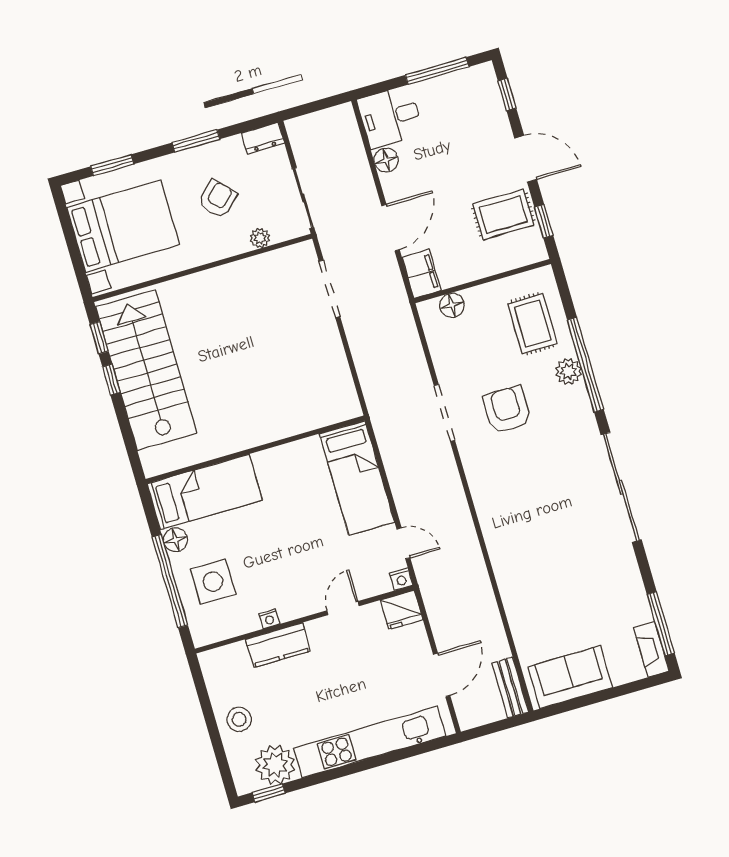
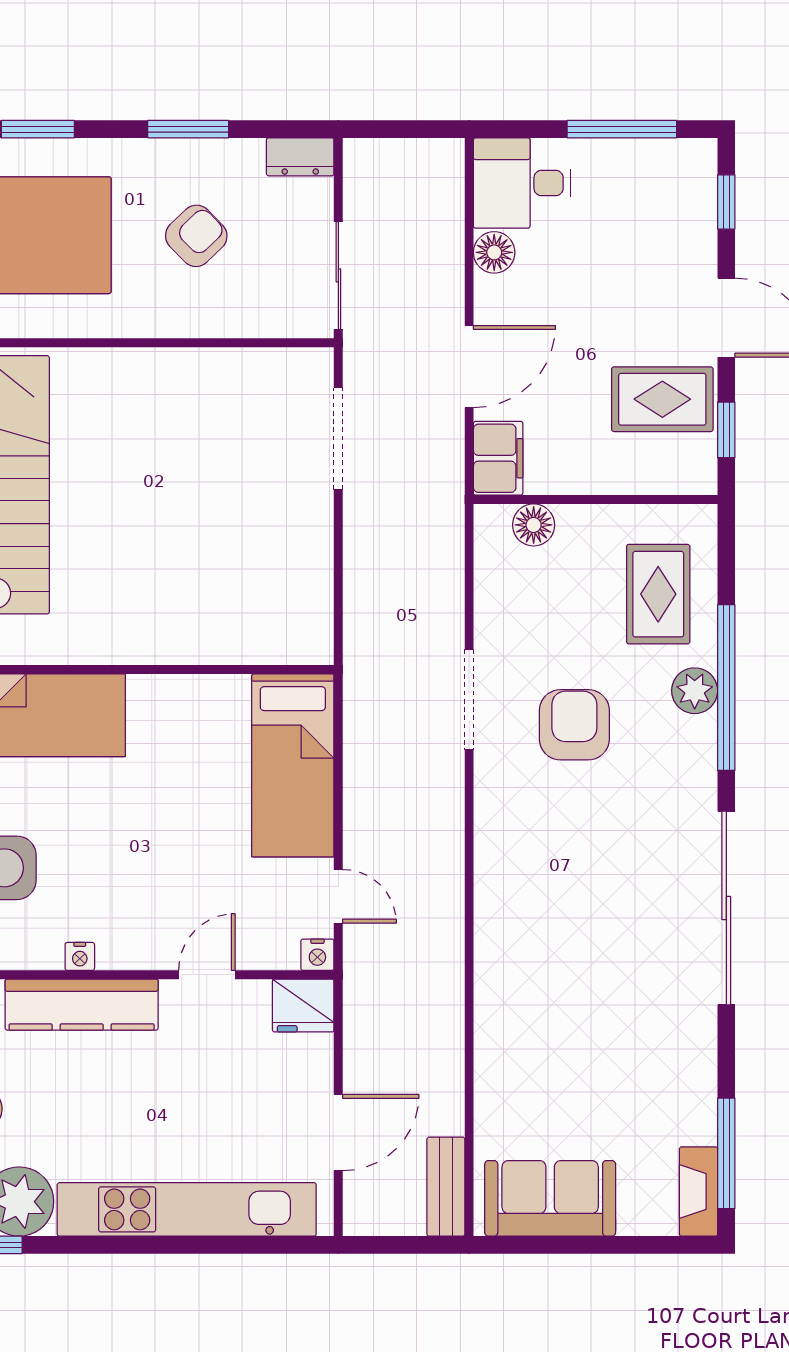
plant: (260, 238) -> (247, 321), removed
kitchen counter: (278, 645) -> (82, 1005), width x1.50

